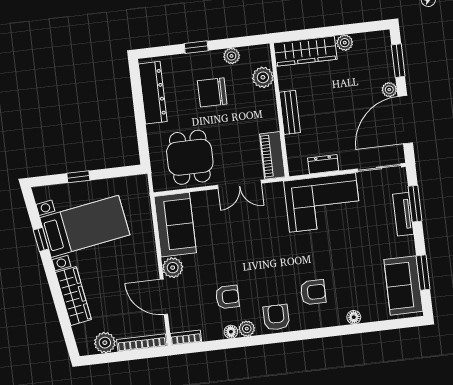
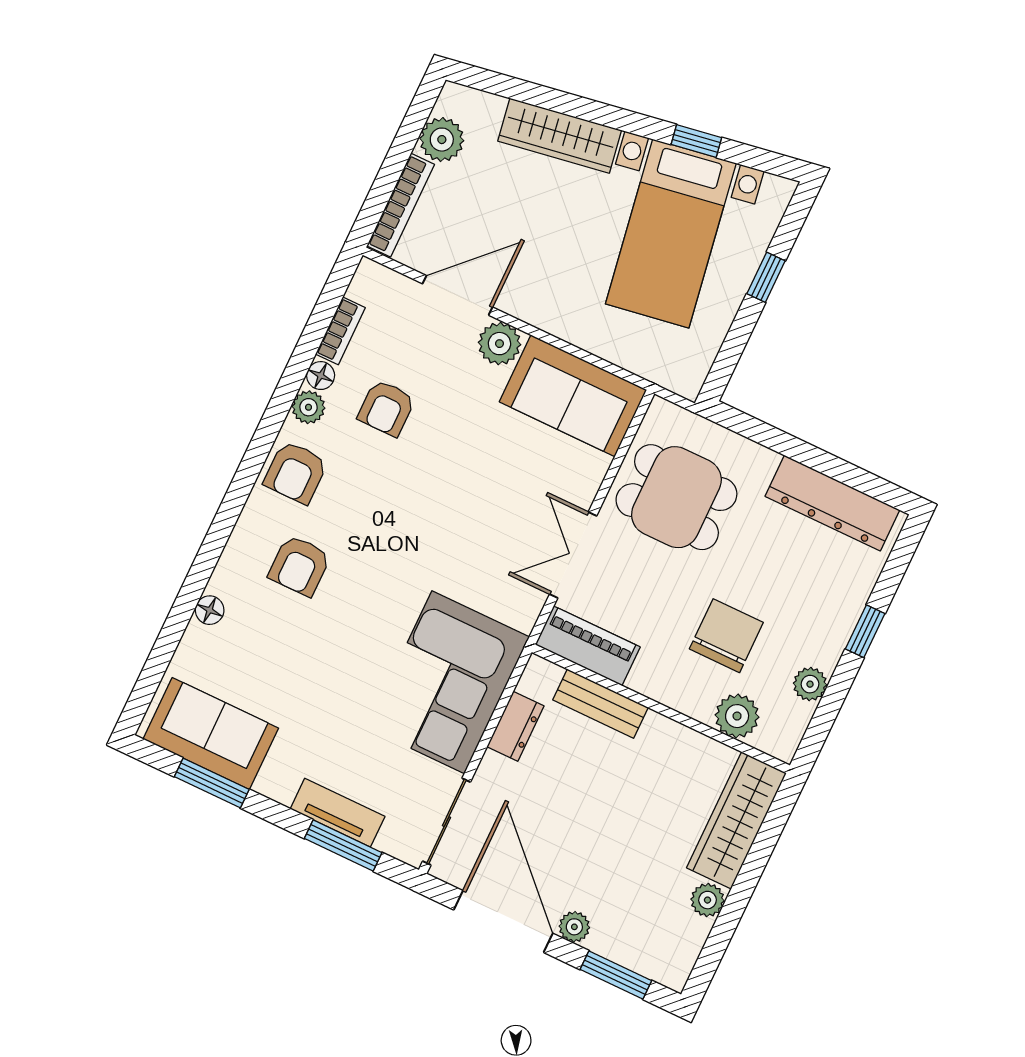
chair: (212, 92) -> (726, 636), moved
bench: (290, 112) -> (600, 704), moved
armchair: (276, 317) -> (296, 472), turned 90
bookcase: (186, 338) -> (340, 331), moved

